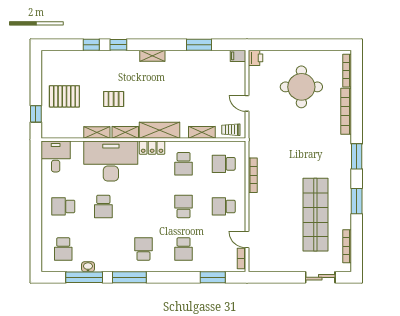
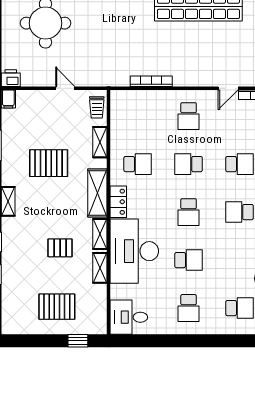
pallet: (184, 89) -> (49, 163), added
pallet: (64, 96) -> (57, 307), turned 90
pallet: (114, 99) -> (60, 248), turned 90
door: (247, 103) -> (65, 88), swing flipped
school desk: (224, 164) -> (189, 212), moved

